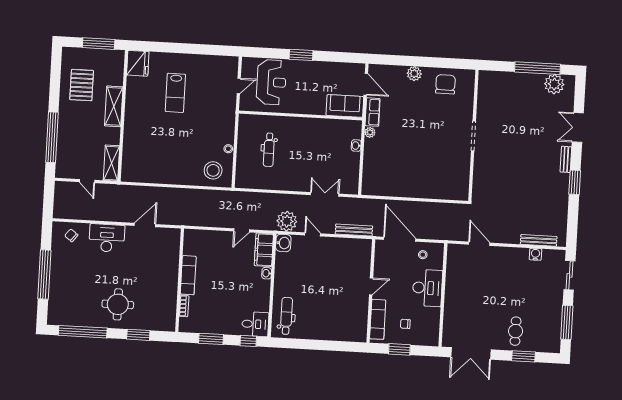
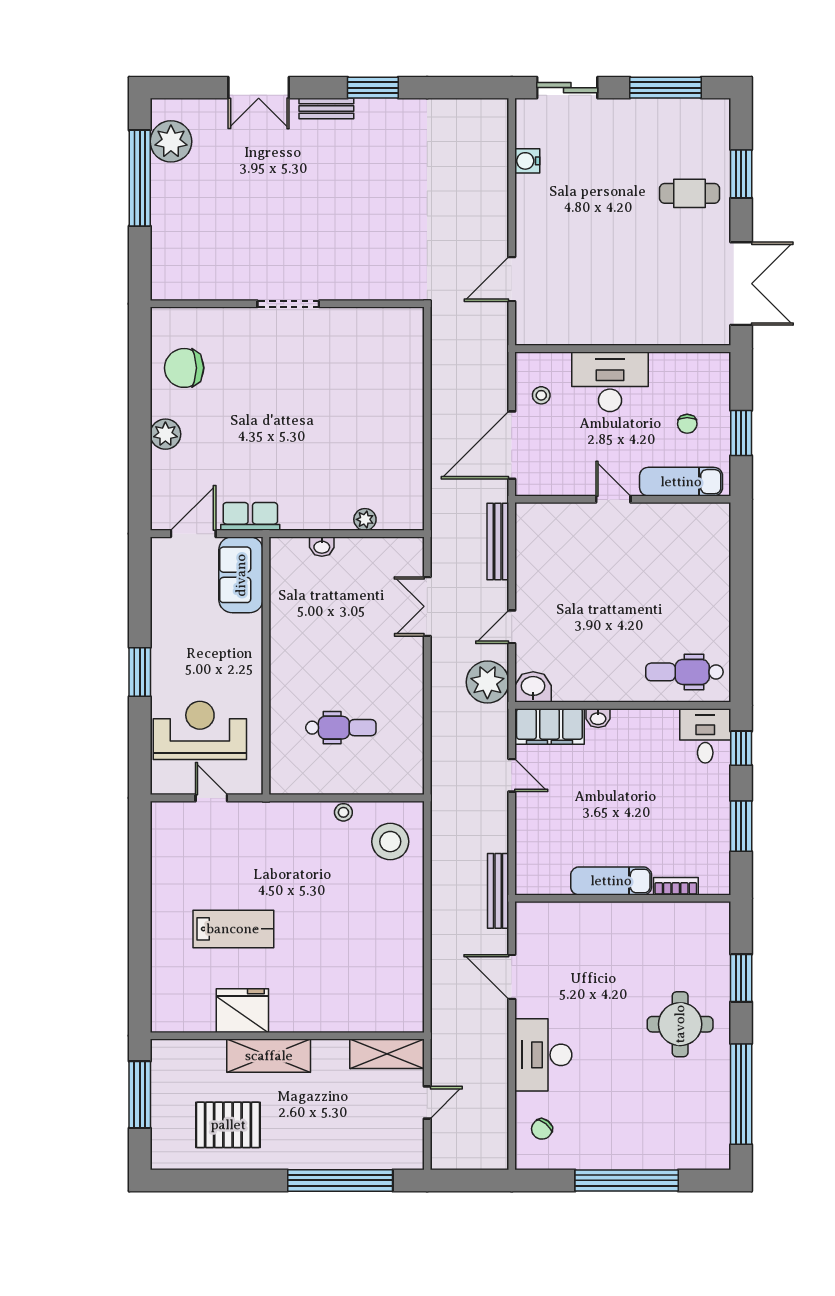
fridge: (138, 63) -> (242, 1011), moved
plant: (370, 132) -> (365, 519), moved
bench: (539, 240) -> (498, 891), moved

